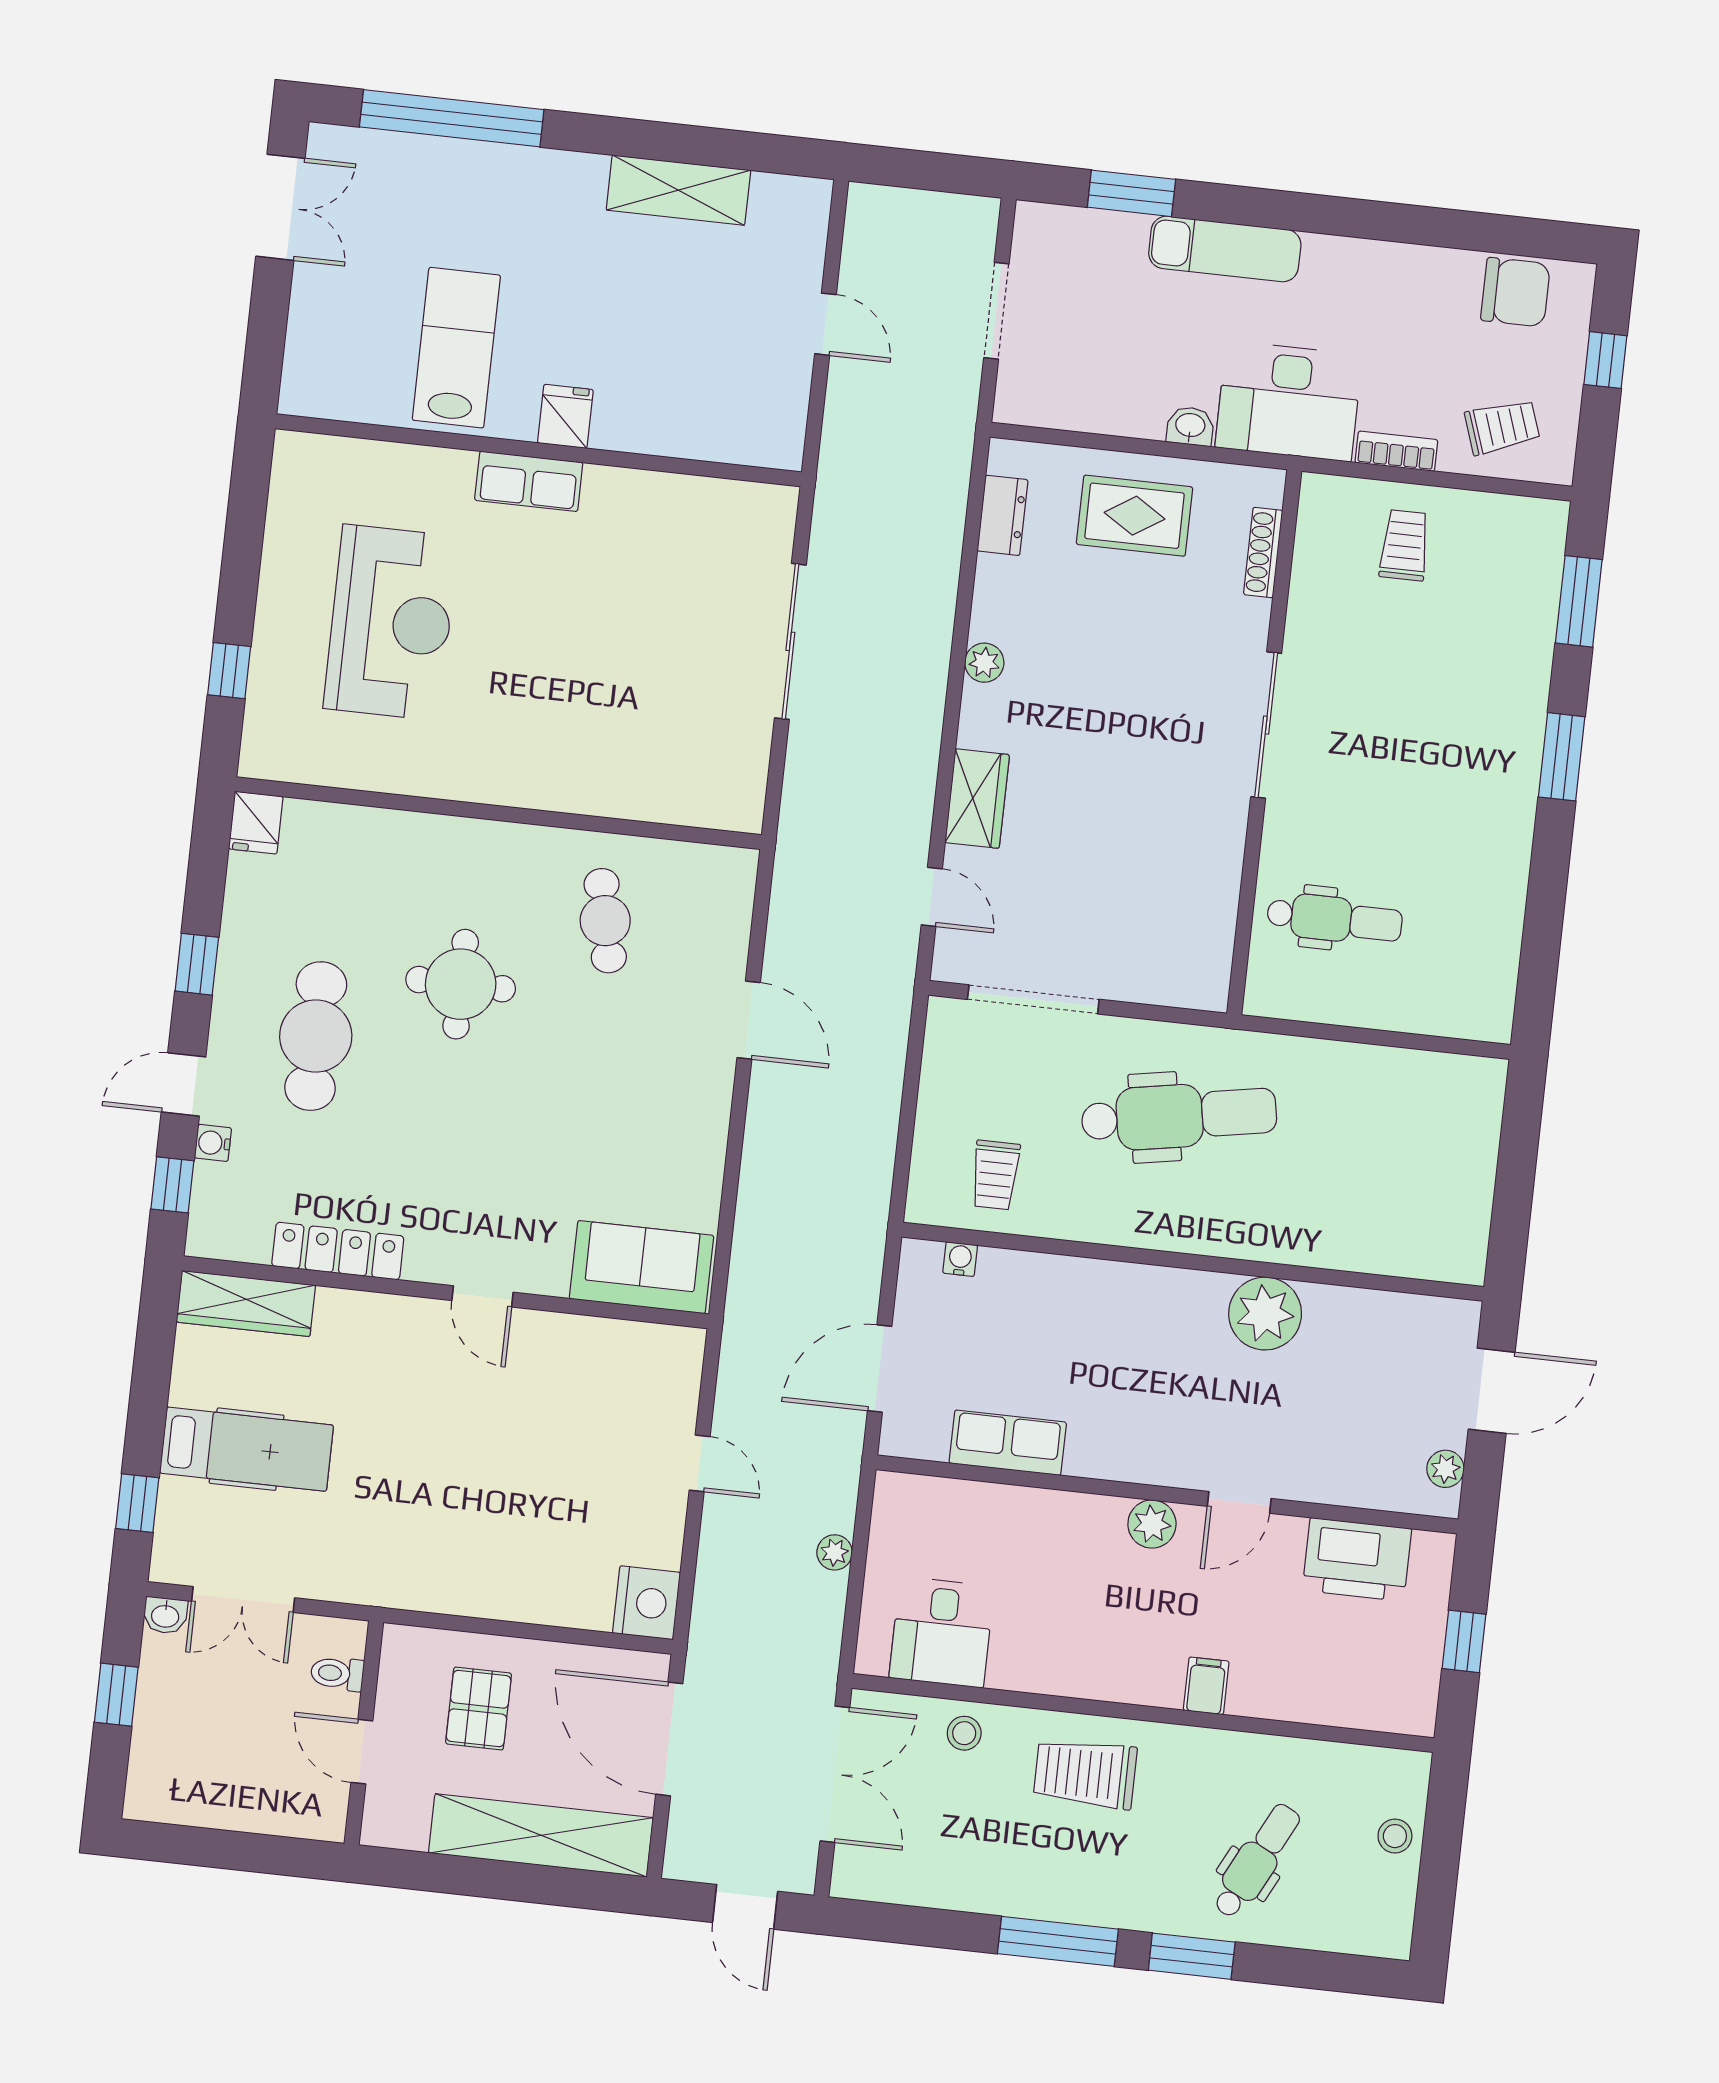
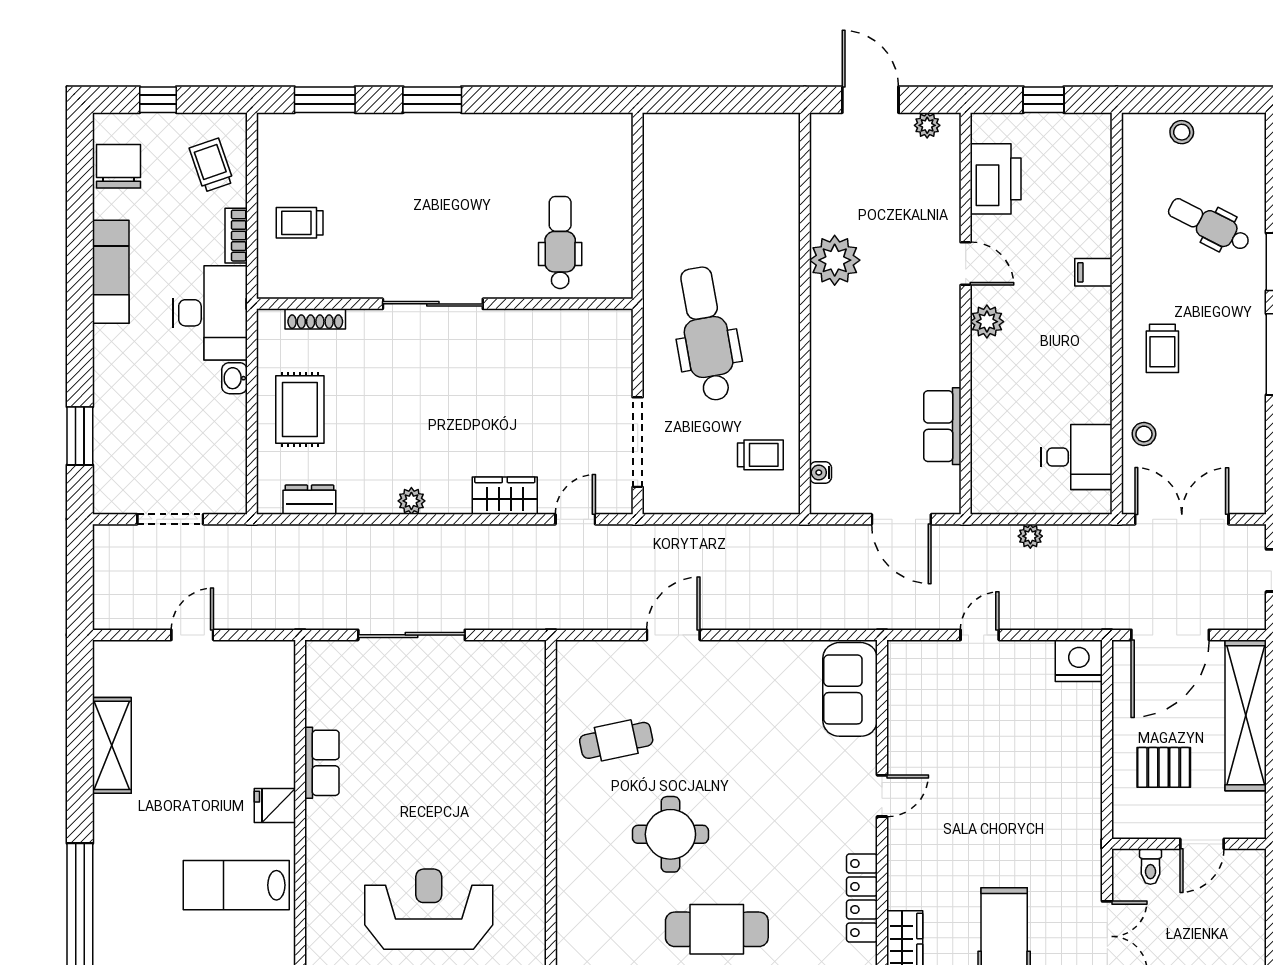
exam couch: (1225, 249) -> (111, 272), moved
row of seats: (529, 481) -> (322, 763), moved
trolley: (1085, 1774) -> (1162, 348), width x0.73, depth x0.72

